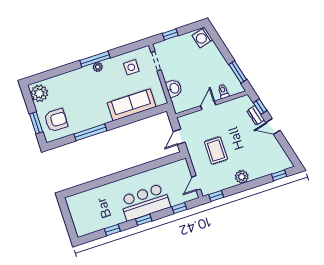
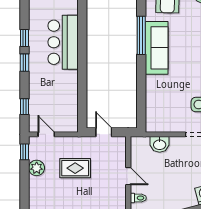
sofa: (132, 105) -> (157, 48), moved
plant: (242, 177) -> (37, 168), moved
bar counter: (145, 202) -> (63, 42), moved, turned 180
window: (112, 230) -> (25, 38), moved

